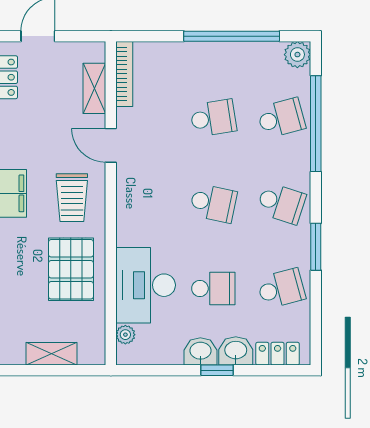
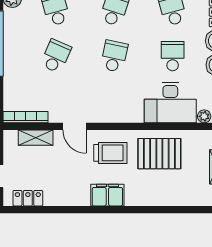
school desk: (213, 118) -> (56, 56), turned 33
door: (111, 145) -> (74, 126), hinge flipped

